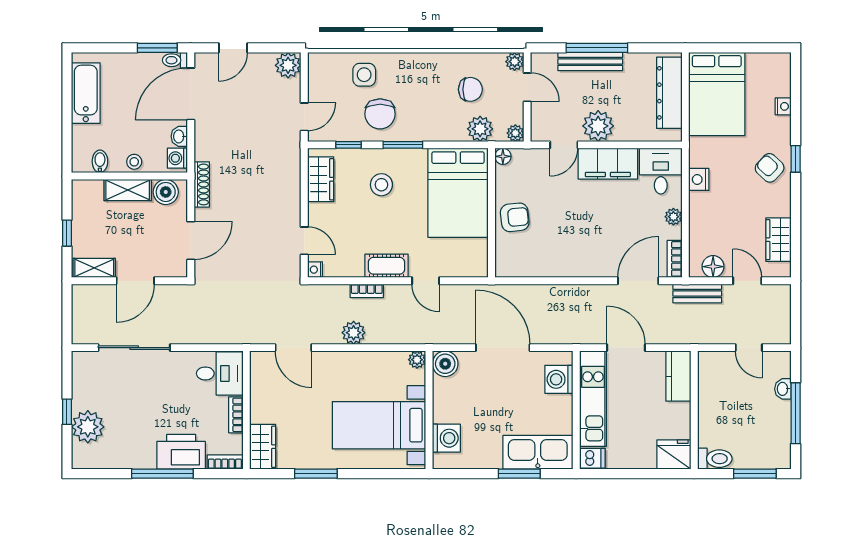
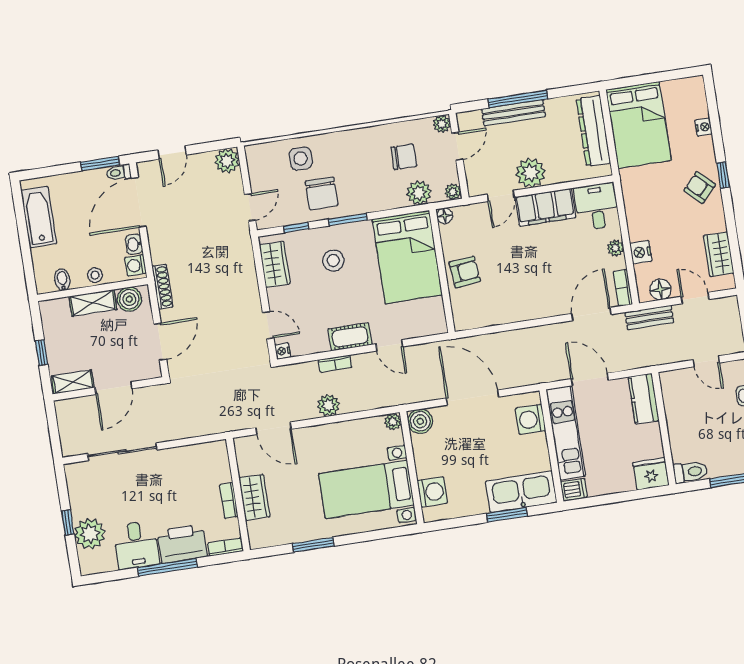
door: (527, 87) -> (457, 146), hinge flipped
nightstand: (699, 179) -> (641, 252), moved
desk: (220, 373) -> (136, 545), moved, turned 90
wardrobe: (263, 447) -> (254, 497), moved

